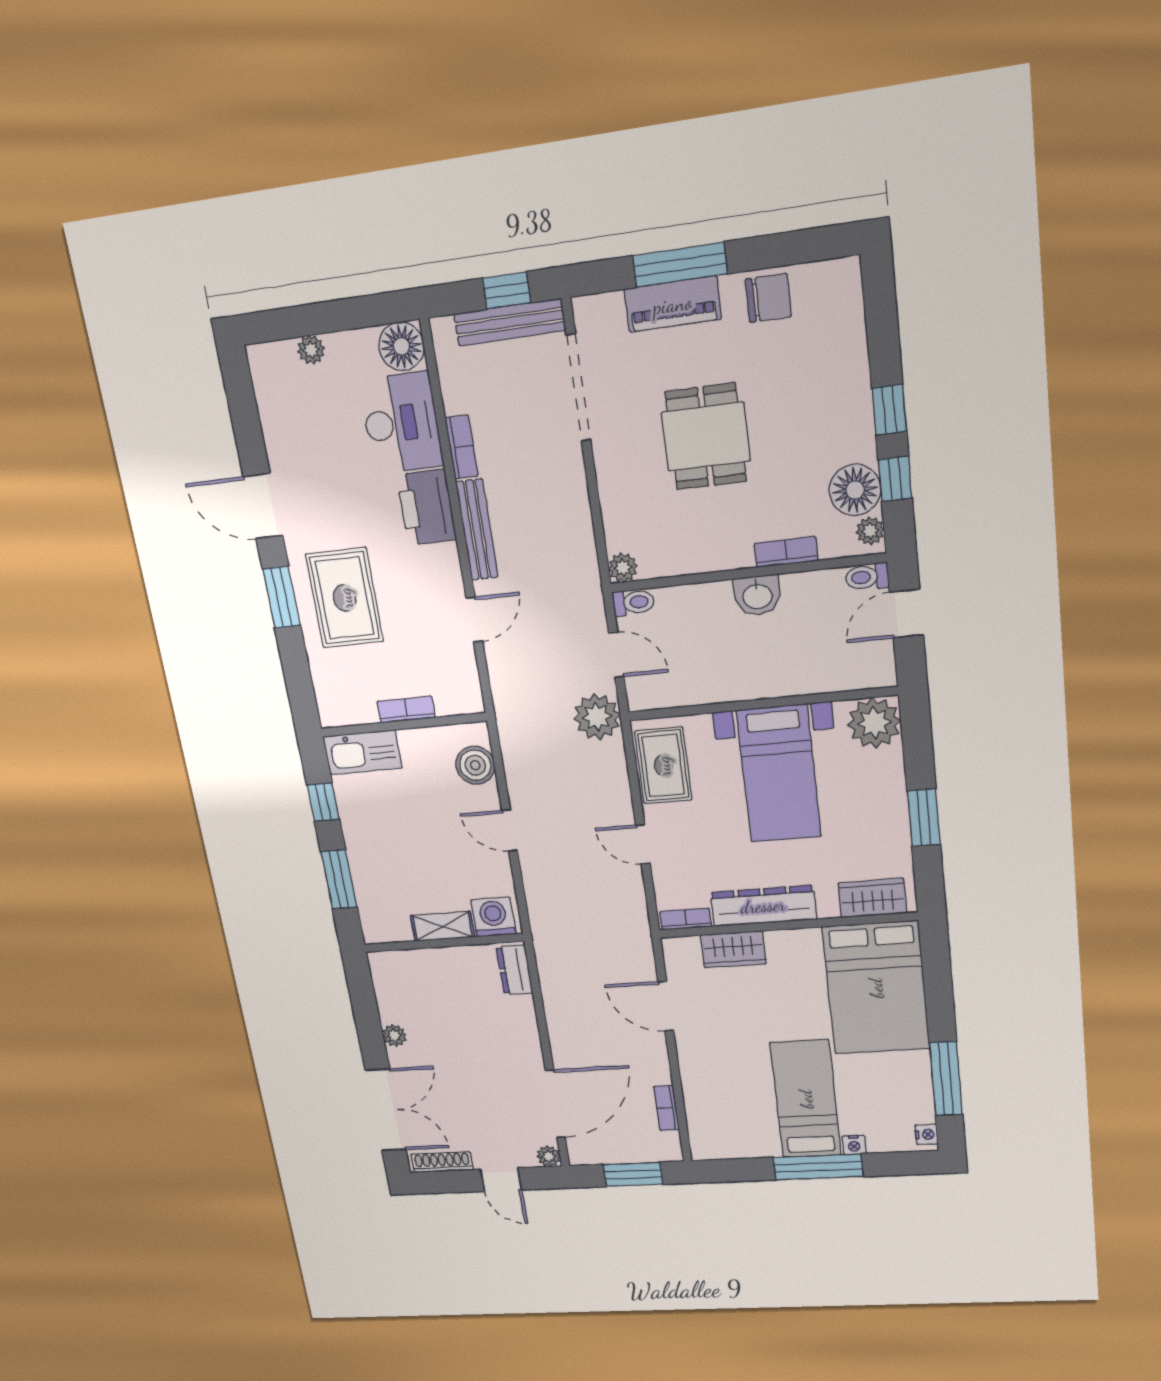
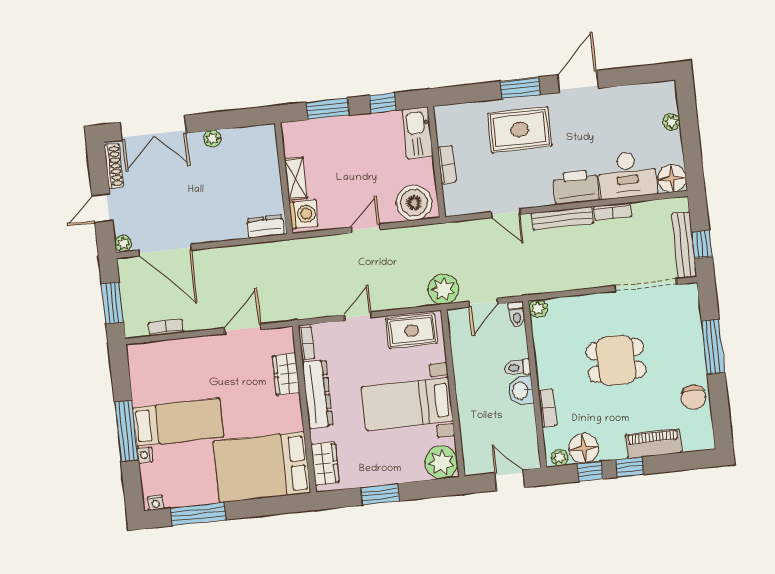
piano: (673, 304) -> (653, 444), moved, turned 90
toilet: (867, 577) -> (517, 368), moved, turned -90
boiler: (475, 765) -> (414, 203), width x1.37, depth x1.37

